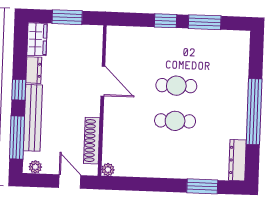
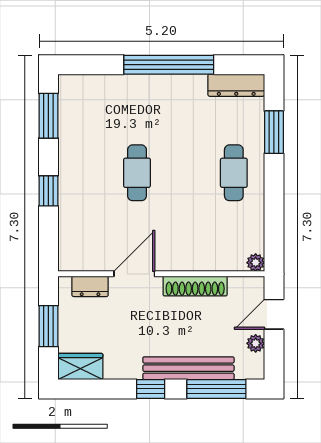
window: (205, 22) -> (48, 116), moved
dresser: (34, 70) -> (90, 286), moved, turned 180
cafe table: (175, 121) -> (234, 173), moved
shoe rack: (92, 141) -> (195, 286), moved
plant: (35, 167) -> (256, 343), moved

